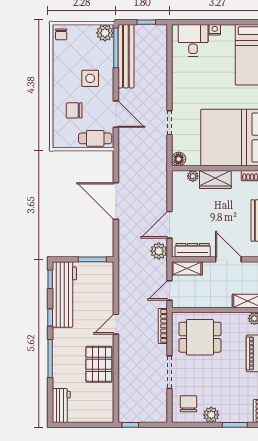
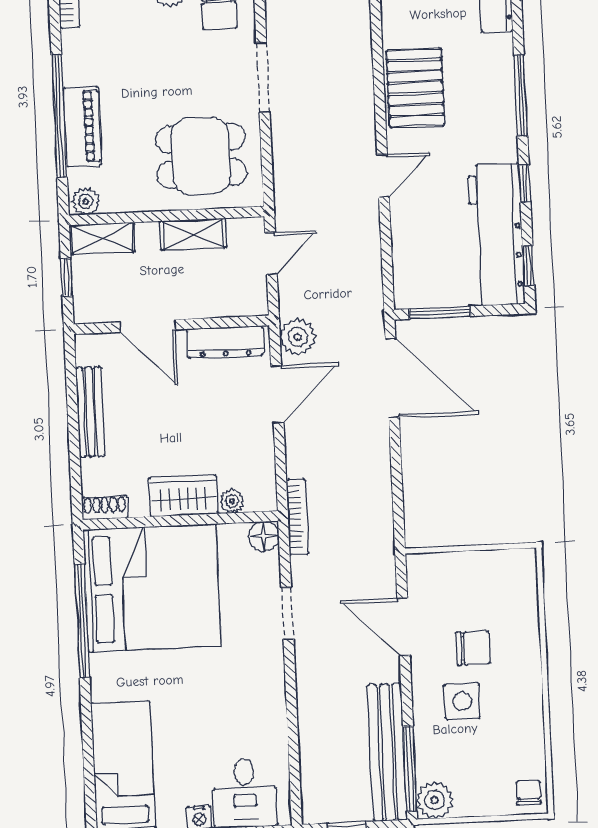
chair: (74, 110) -> (473, 648), moved
cafe table: (95, 138) -> (445, 573), removed
door: (116, 201) -> (392, 378), moved
shelving: (187, 268) -> (193, 234), moved
bookcase: (163, 326) -> (297, 517), moved

